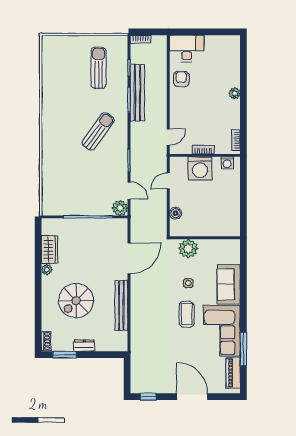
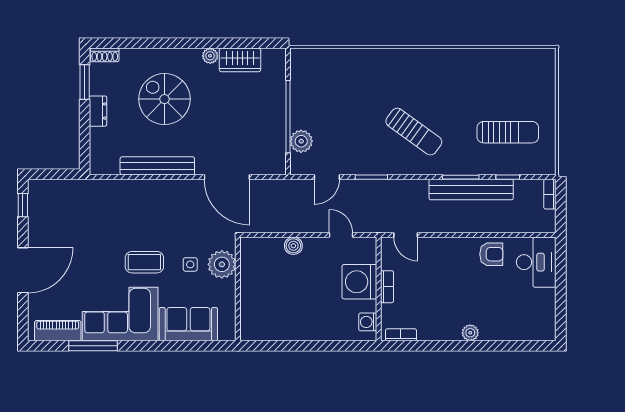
plant: (120, 208) -> (301, 141), moved
wall: (205, 238) -> (238, 289), moved
plant: (188, 249) -> (222, 264), moved

